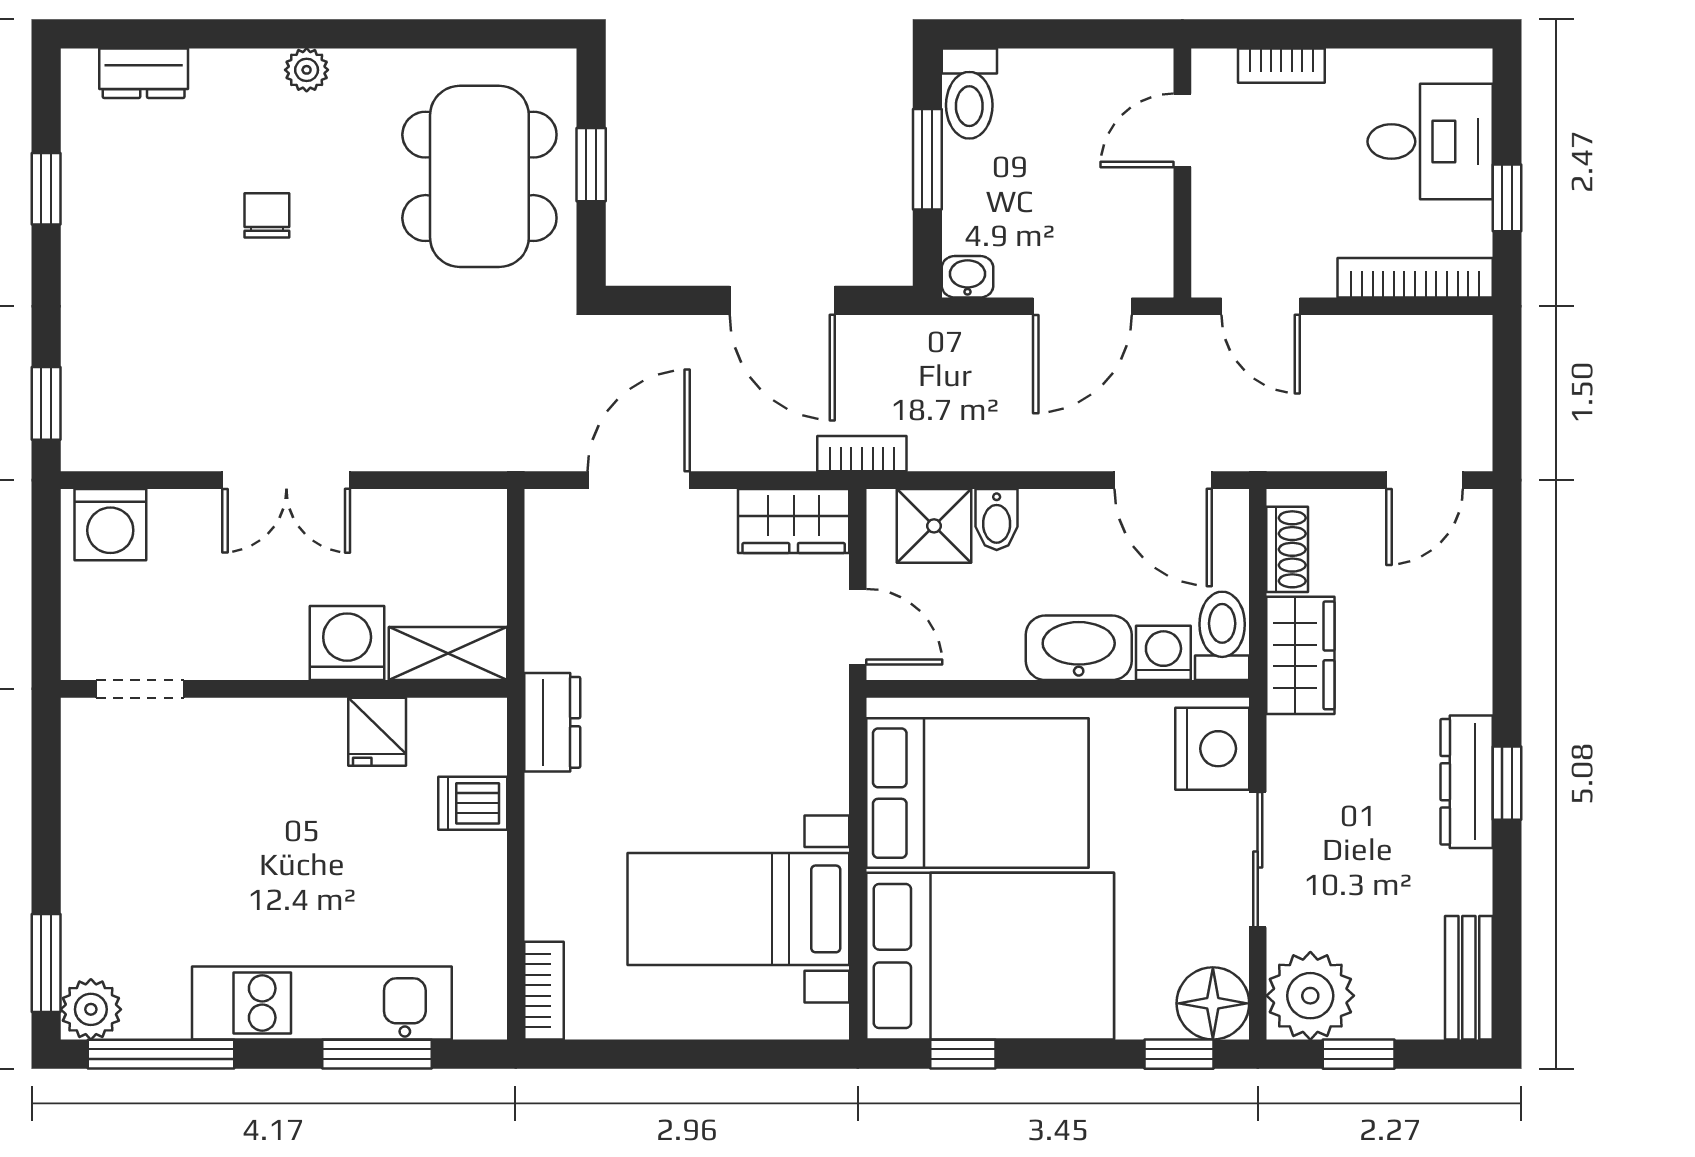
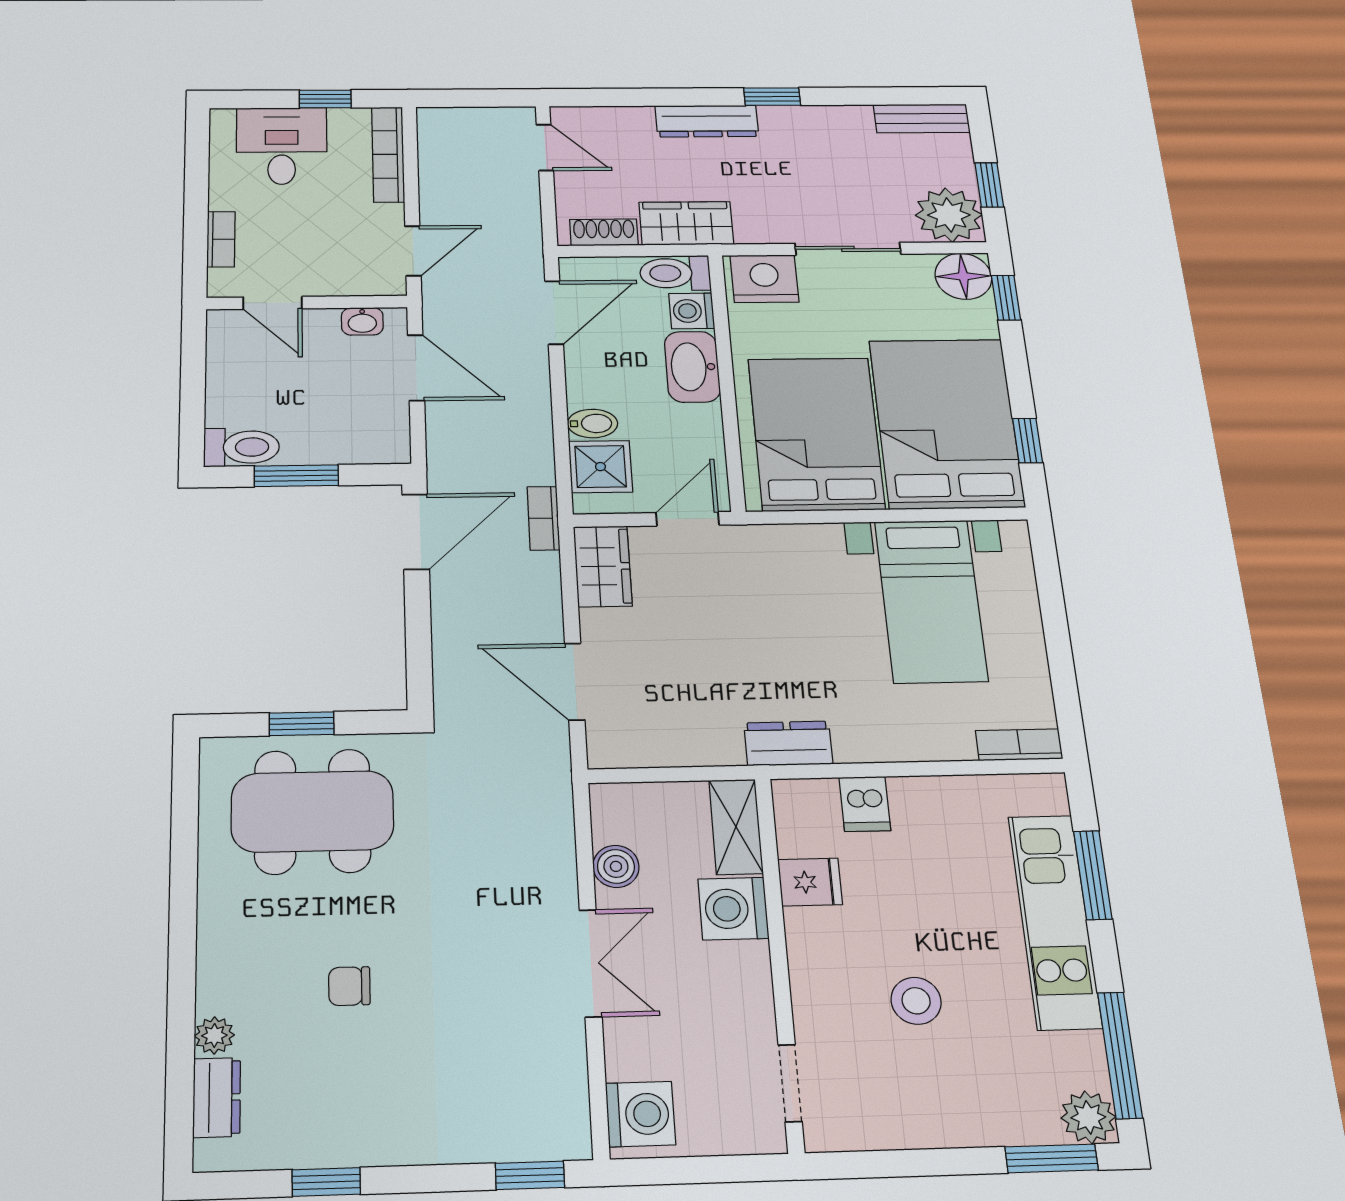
plant: (307, 70) -> (214, 1035), moved
washbasin: (968, 277) -> (362, 321), moved, turned -90
door: (782, 300) -> (416, 532), moved
boiler: (402, 515) -> (616, 866), added
dresser: (1467, 782) -> (707, 121), moved
stool: (231, 836) -> (916, 1001), added

